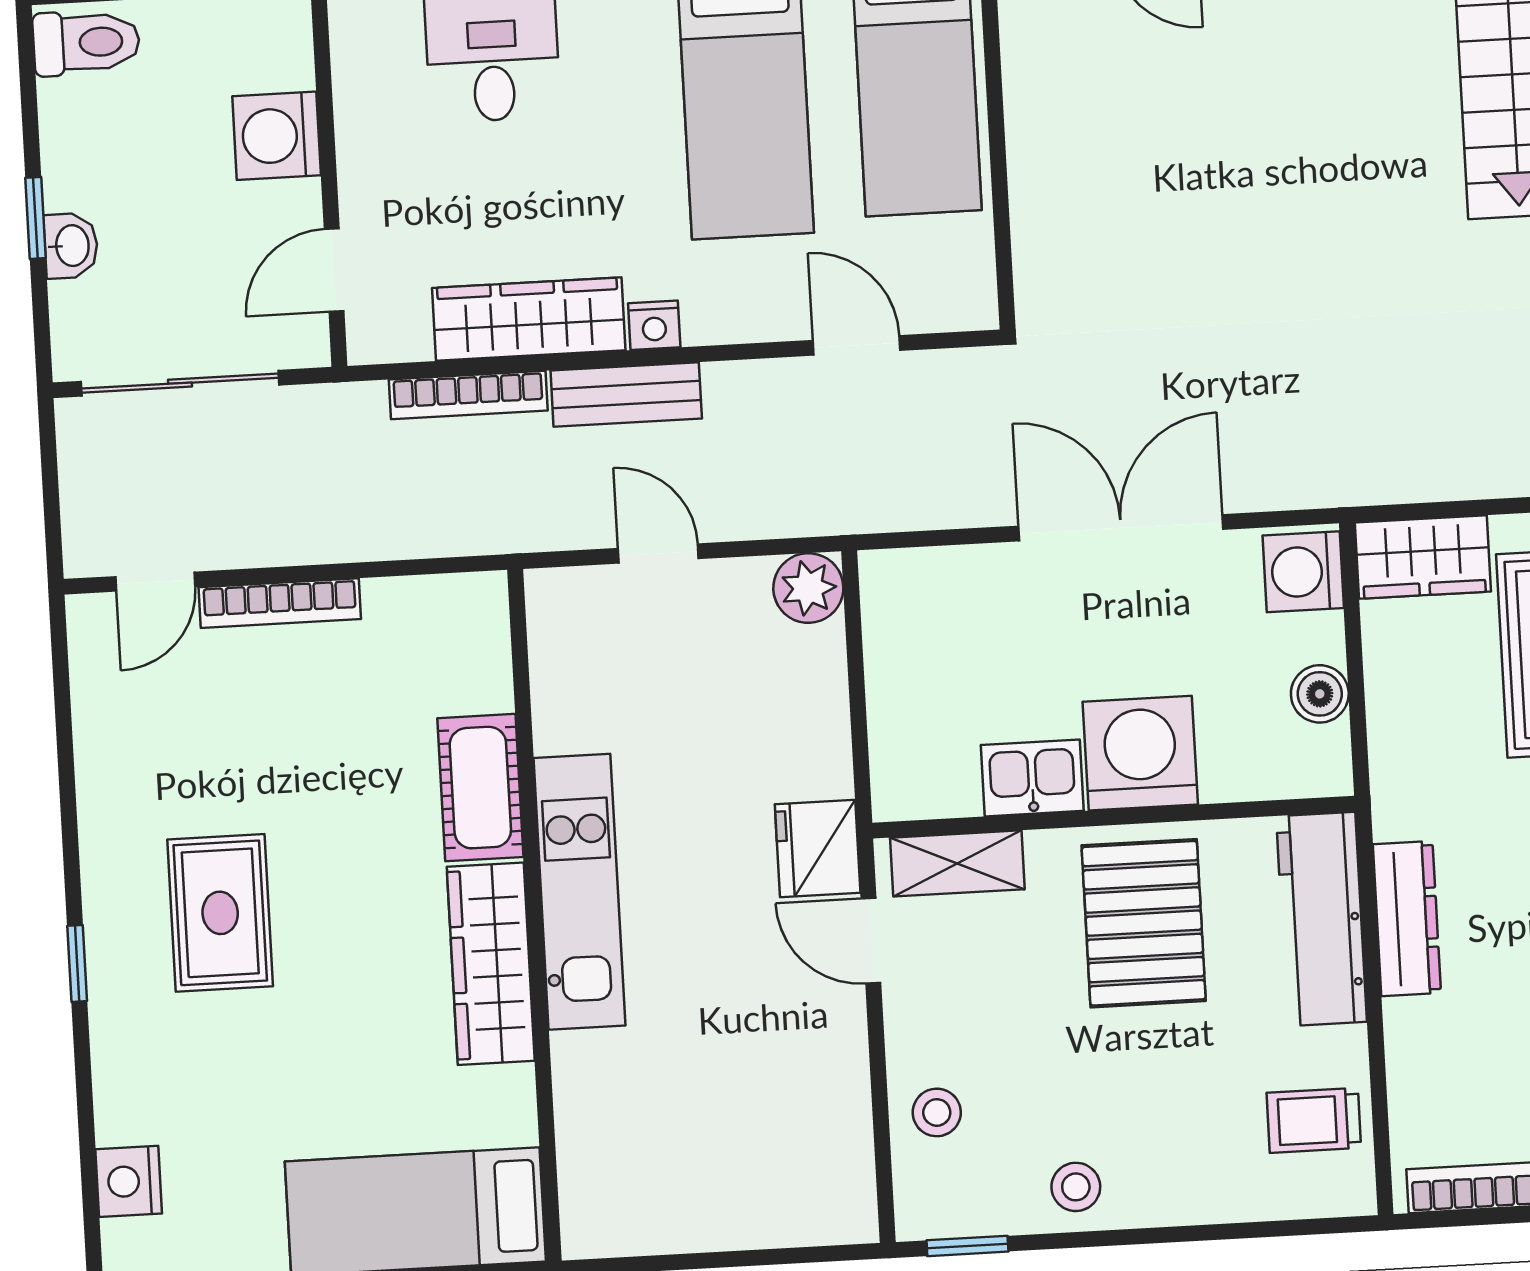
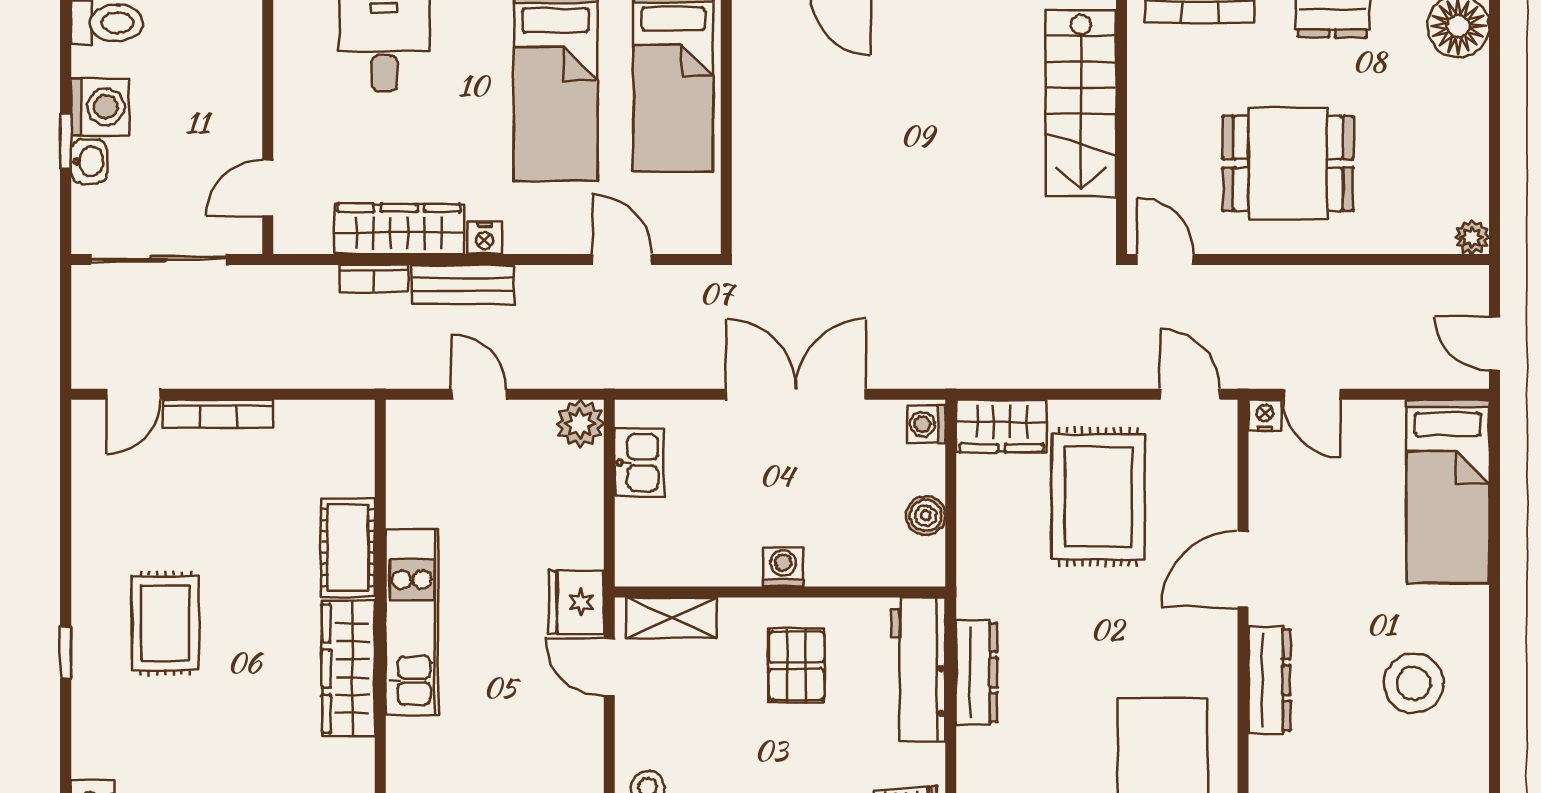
washing machine: (277, 136) -> (100, 107), moved, turned 180
bookcase: (468, 395) -> (374, 279), width x0.64
washing machine: (1303, 572) -> (926, 424), width x0.73, depth x0.73
washing machine: (1140, 753) -> (783, 567), width x0.53, depth x0.53
kitchen sink: (1032, 778) -> (639, 462), moved, turned 90
pallet: (1144, 923) -> (797, 666), width x0.67, depth x0.71

